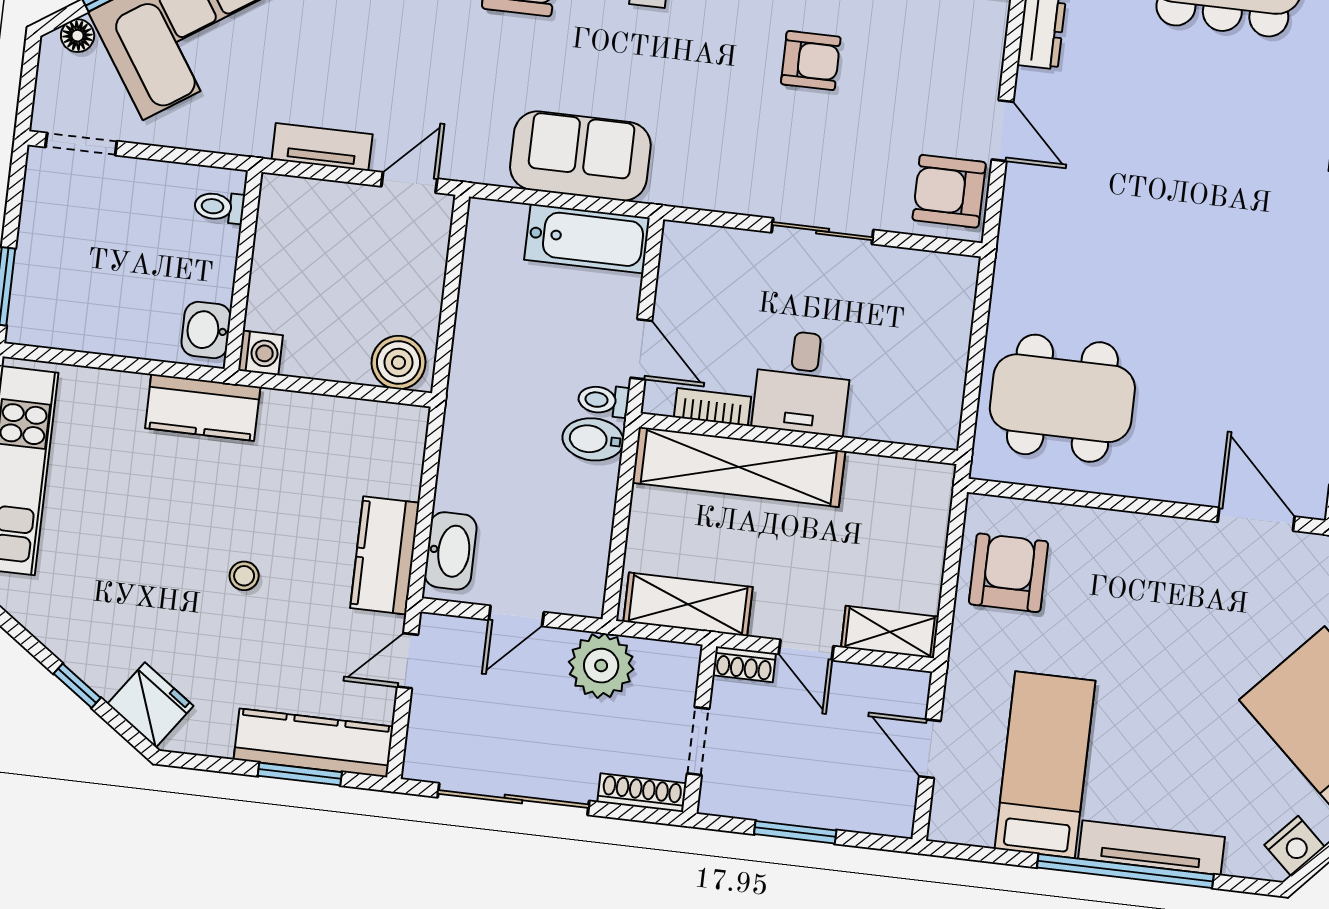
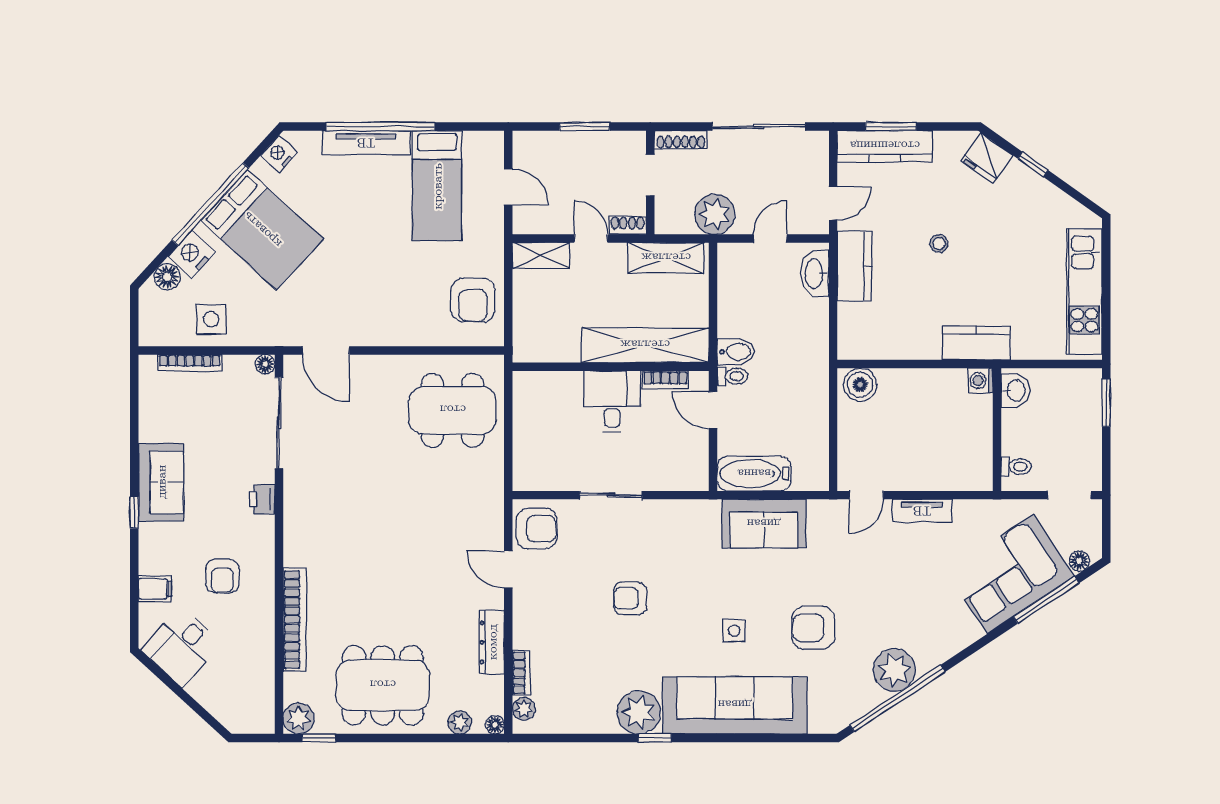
toilet: (219, 207) -> (1016, 467), moved
wall: (243, 271) -> (997, 430), moved
washbasin: (206, 330) -> (1015, 391), moved
washing machine: (260, 353) -> (980, 381), moved

